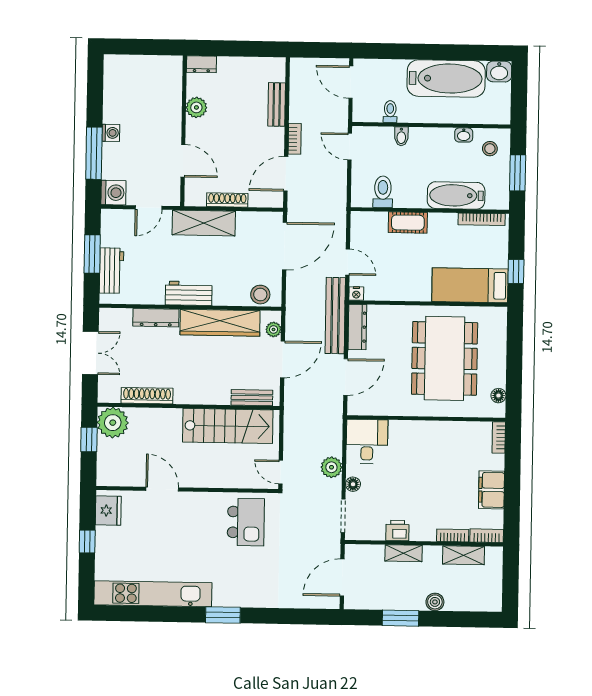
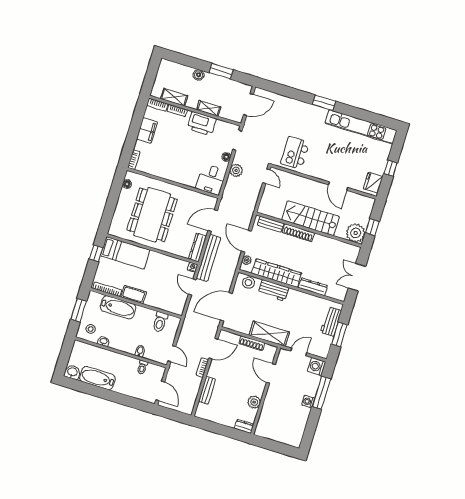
bathtub: (446, 78) -> (97, 378), width x0.73, depth x0.73
cot: (408, 223) -> (134, 295), moved
workbench: (189, 293) -> (273, 290), moved
door: (283, 359) -> (246, 241), hinge flipped
shoe rack: (147, 396) -> (298, 233), moved
stairs: (228, 426) -> (310, 218), moved
printer: (397, 530) -> (202, 124), width x1.87, depth x1.48

